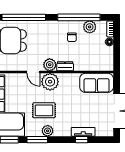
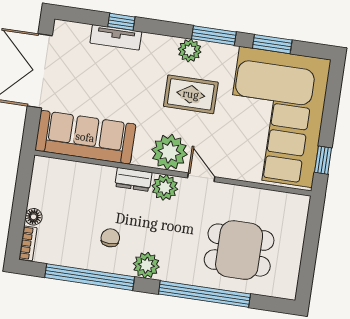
plant: (90, 27) -> (146, 265), moved
sofa: (97, 83) -> (85, 137), width x1.36

